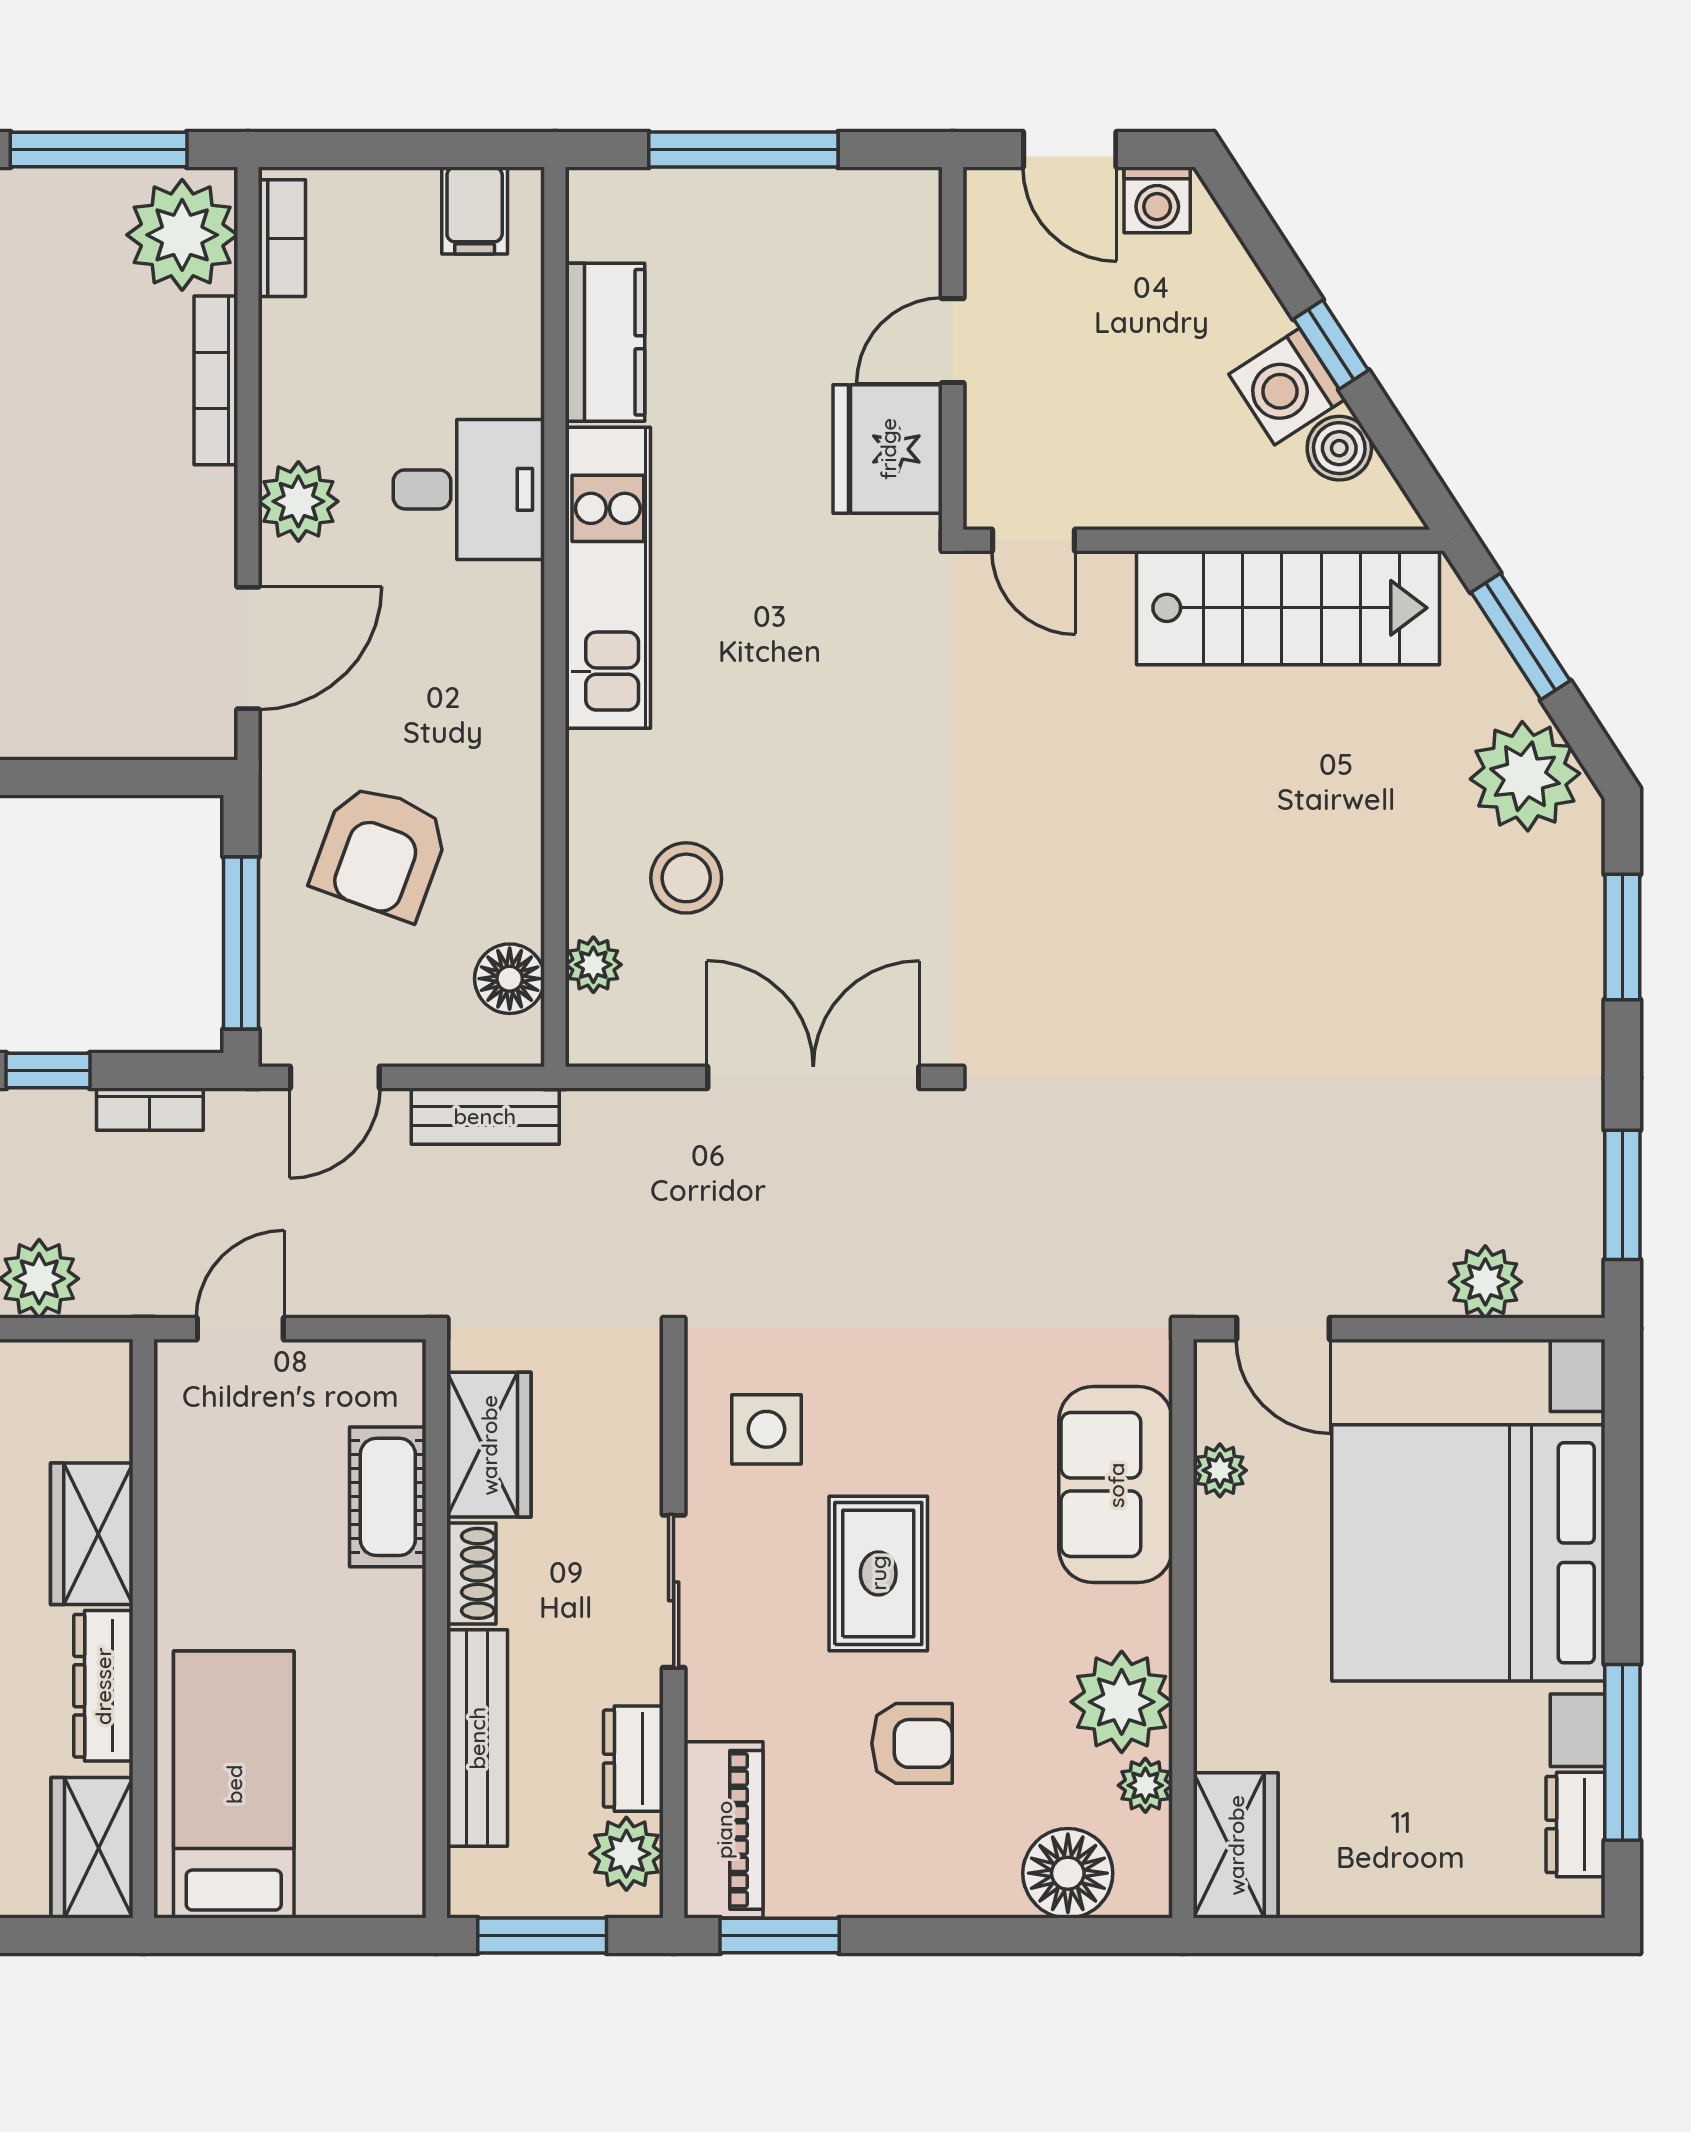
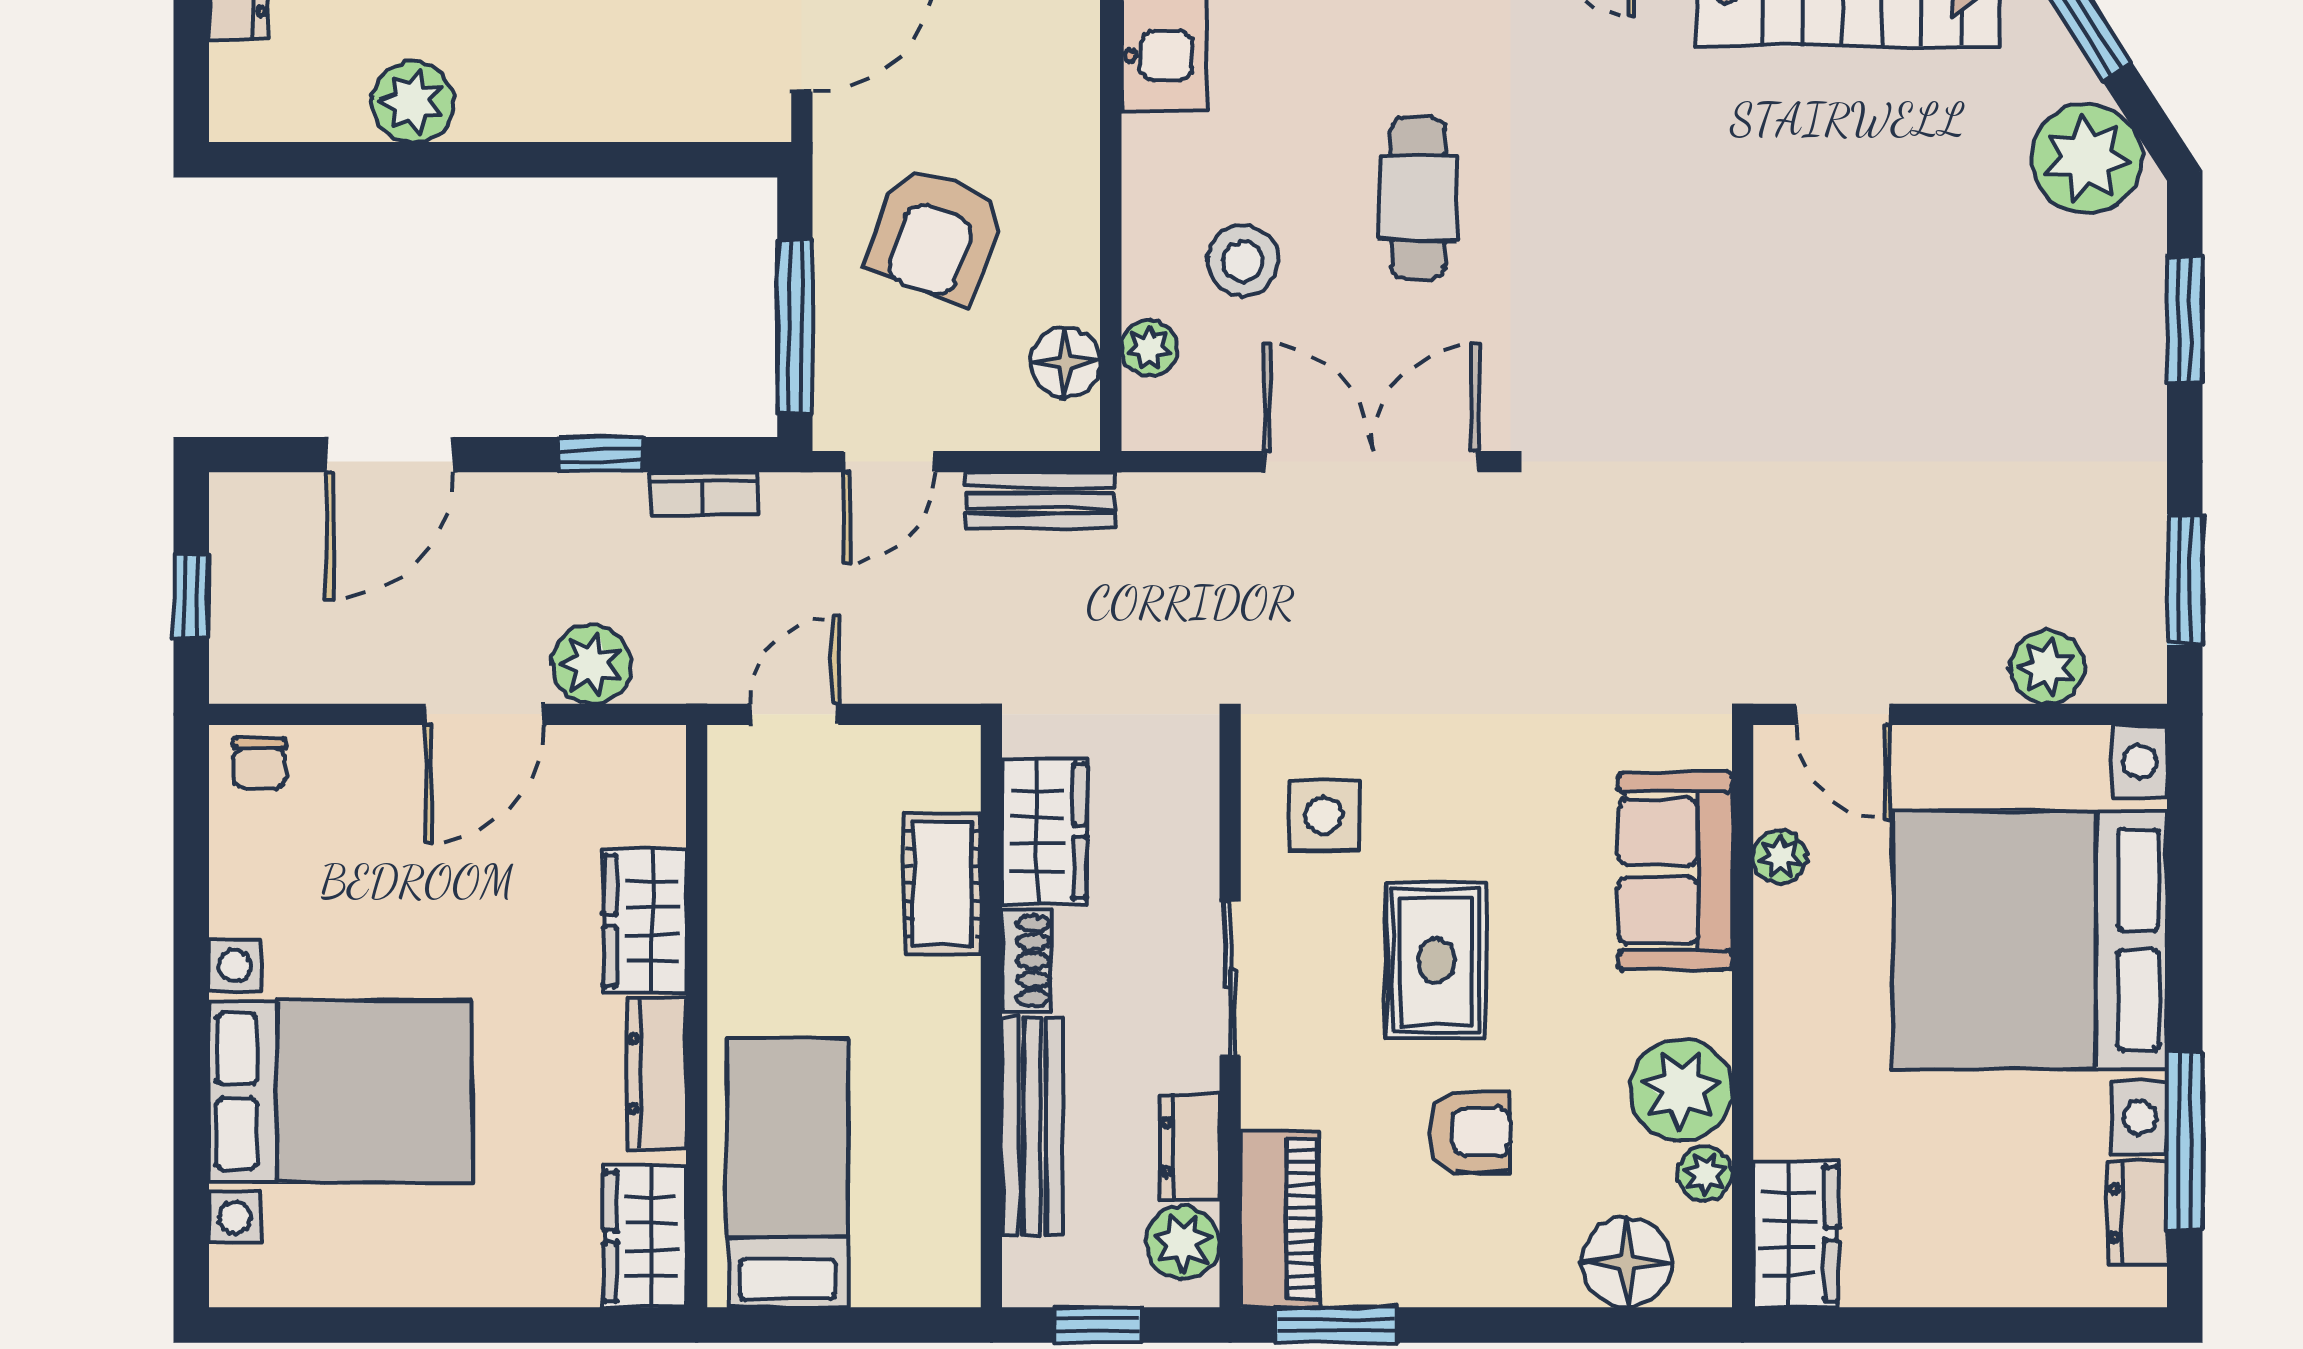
cafe table: (860, 815) -> (1418, 198), added
window: (542, 1936) -> (1098, 1325), width x0.67

